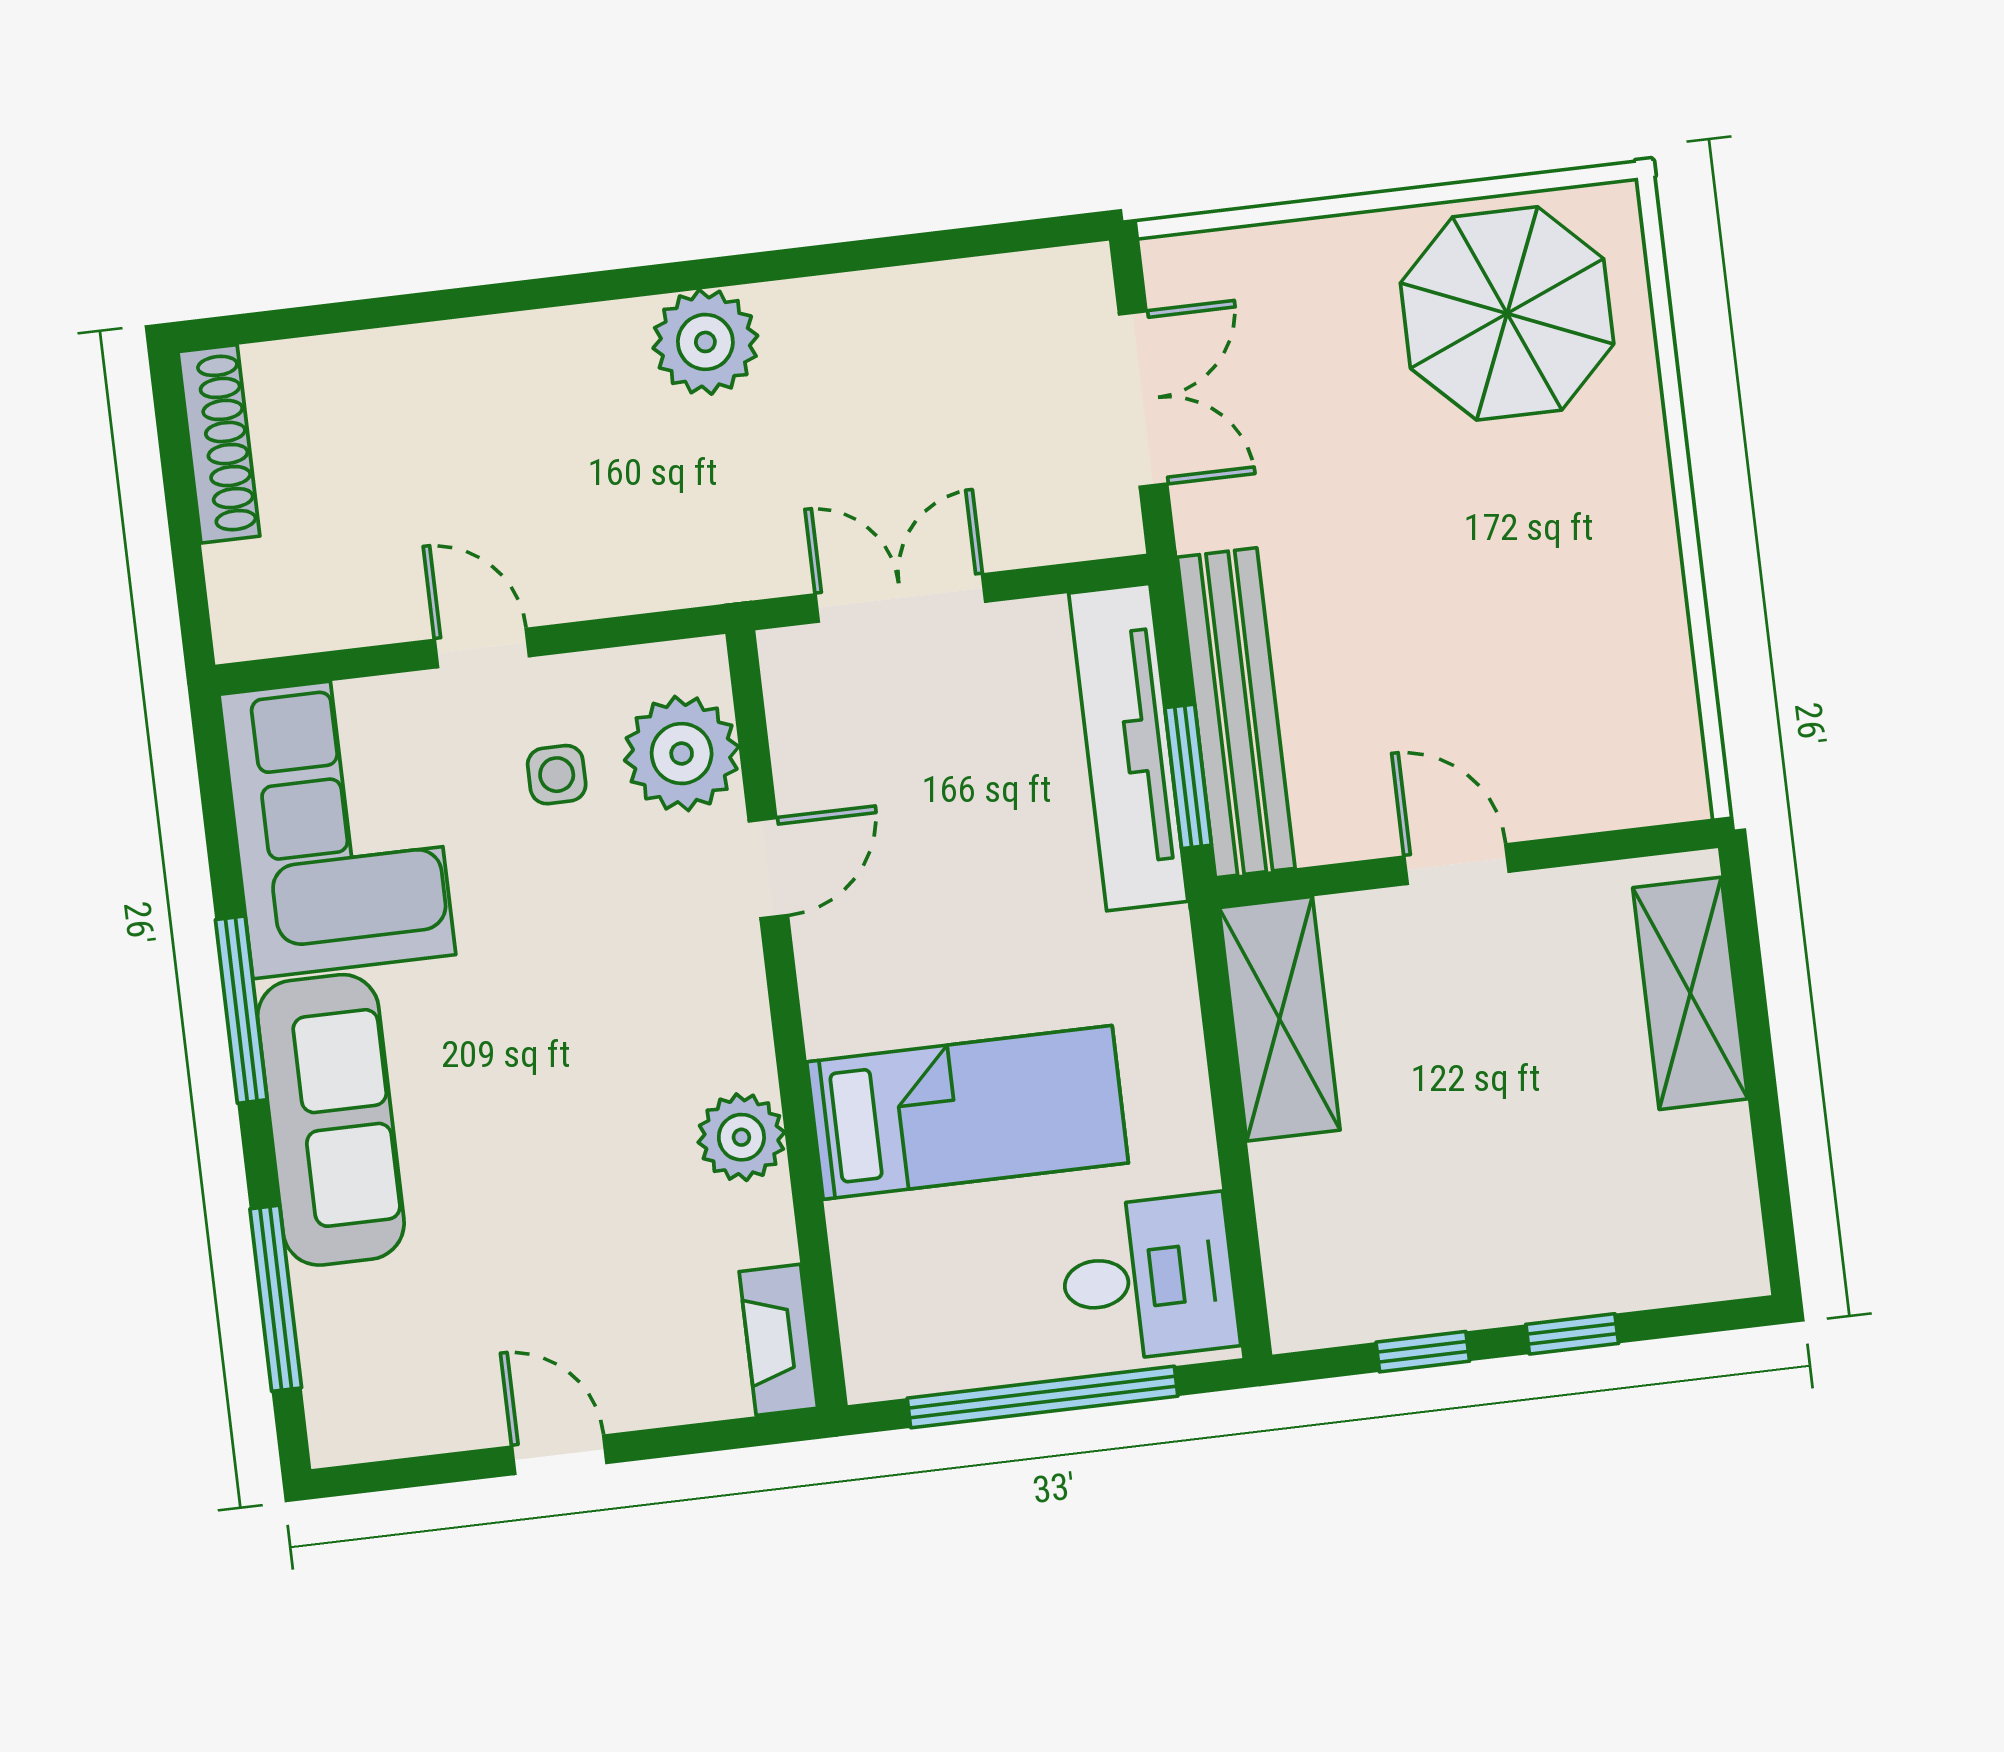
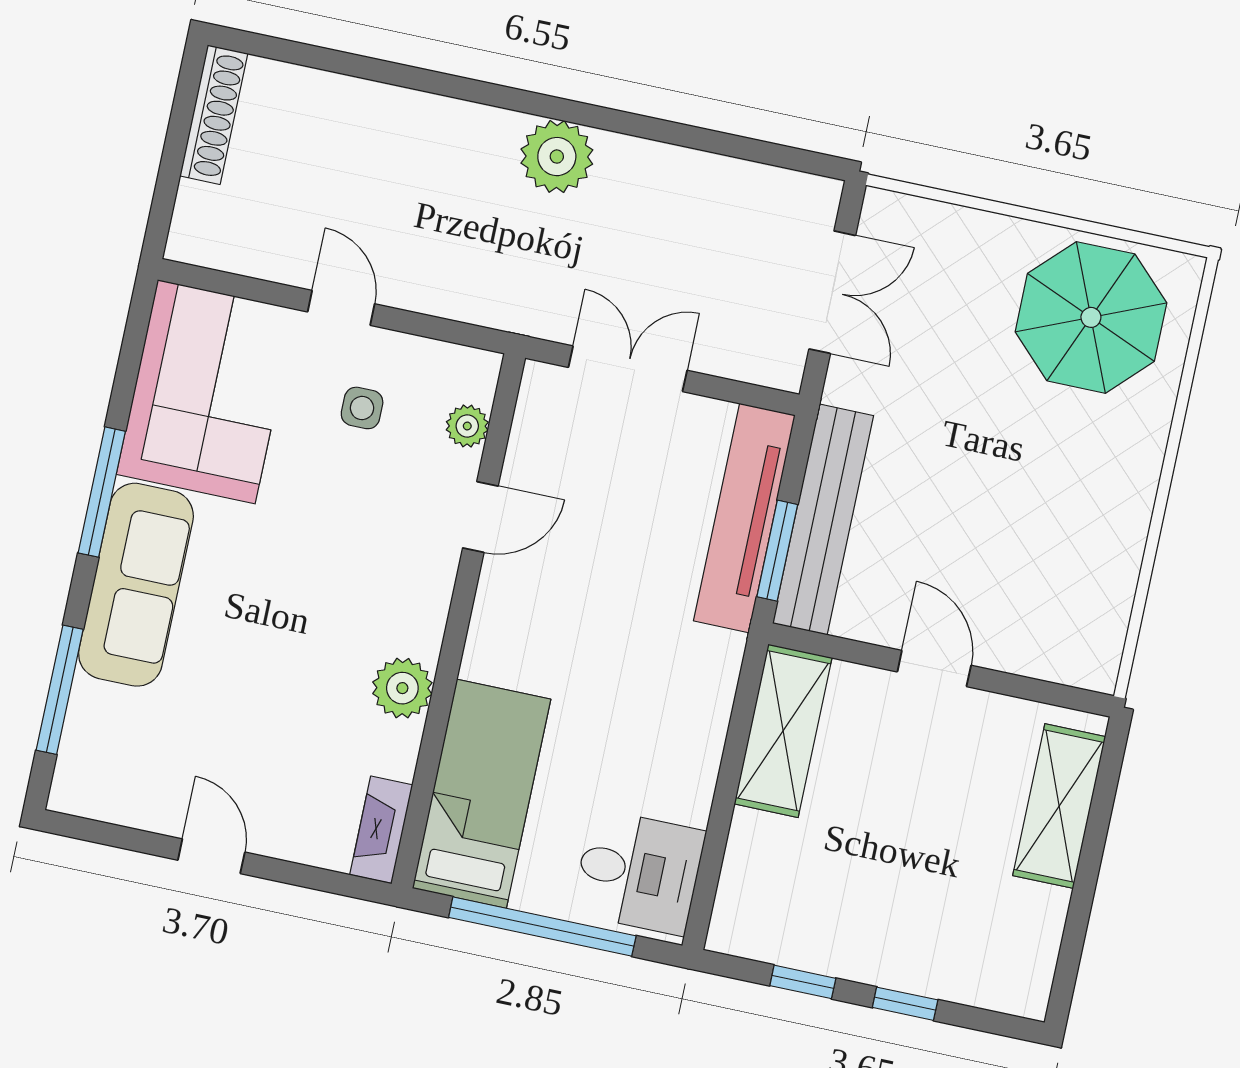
plant: (682, 754) -> (467, 426), width x0.53, depth x0.53
bed: (968, 1112) -> (481, 794), moved, turned -90

